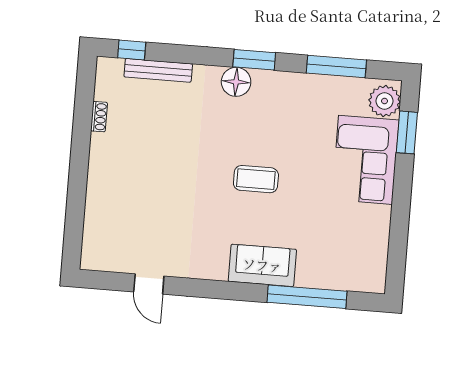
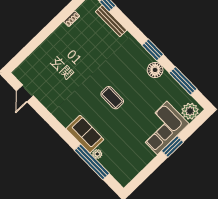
floor lamp: (236, 82) -> (155, 70), moved
window: (407, 132) -> (172, 147), moved
plant: (305, 279) -> (97, 154), added
door: (149, 284) -> (25, 93), moved

